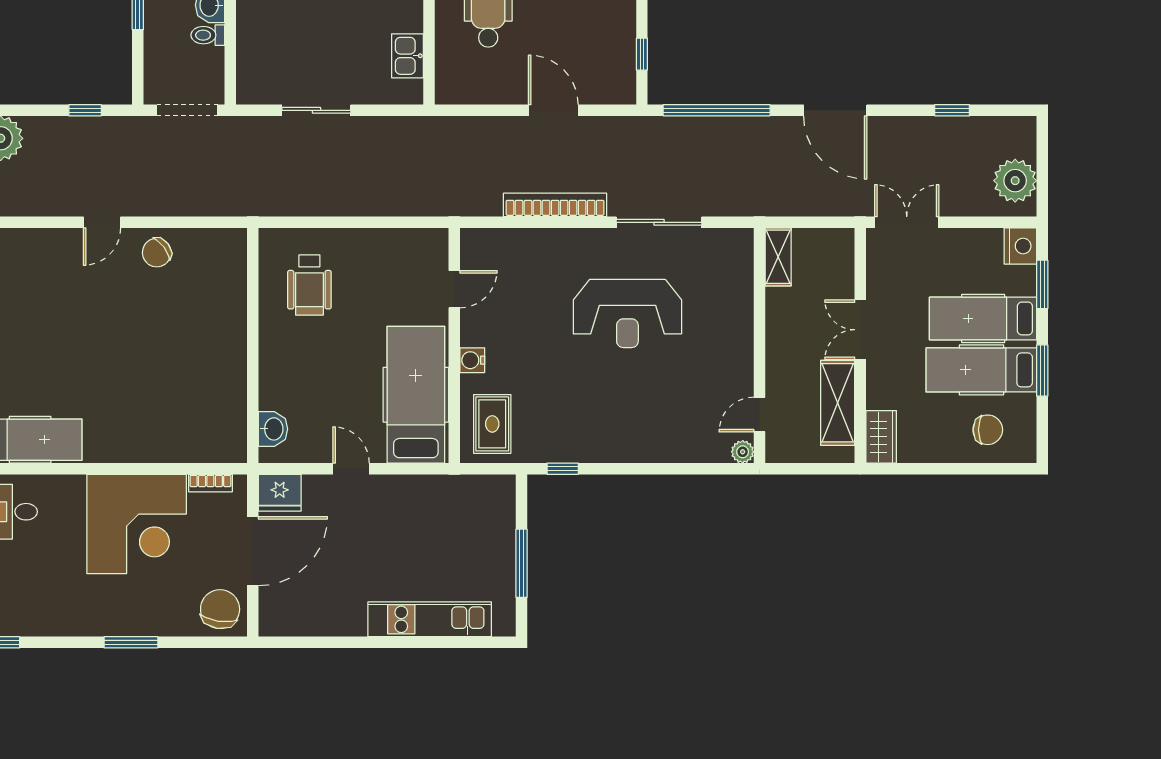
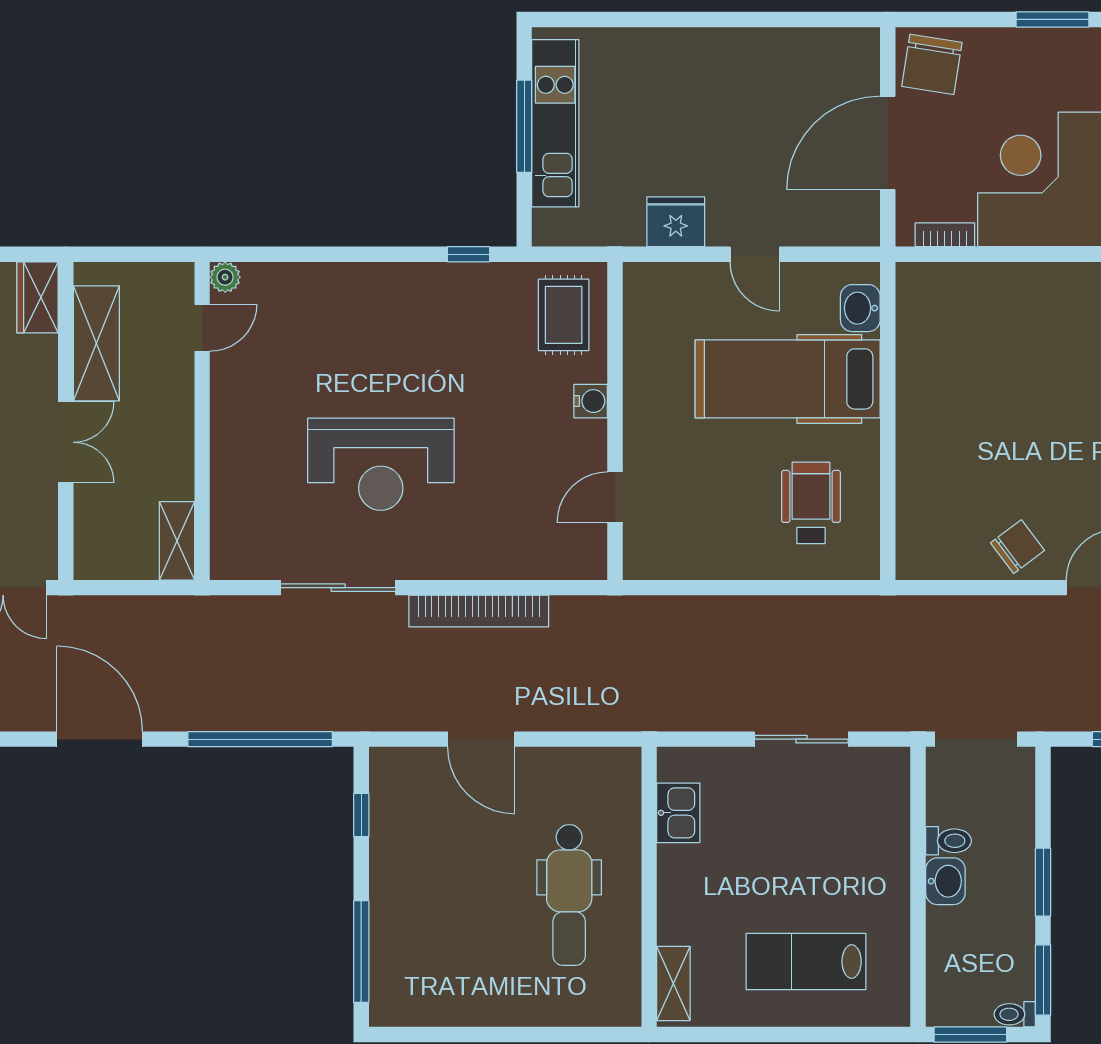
reception desk: (627, 313) -> (381, 464), turned 180
hospital bed: (416, 395) -> (788, 379), moved, turned 90
fridge: (280, 493) -> (676, 222), moved
kitchen unit: (430, 619) -> (555, 123), moved, turned -90

